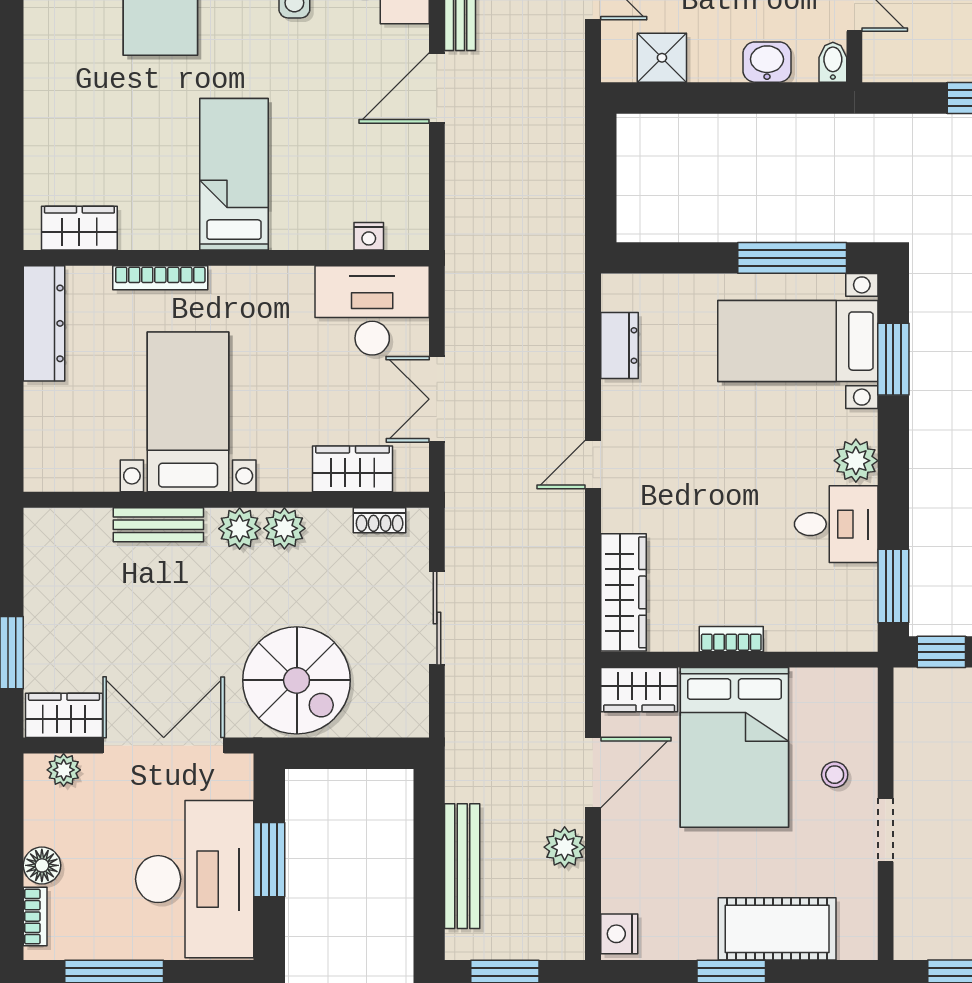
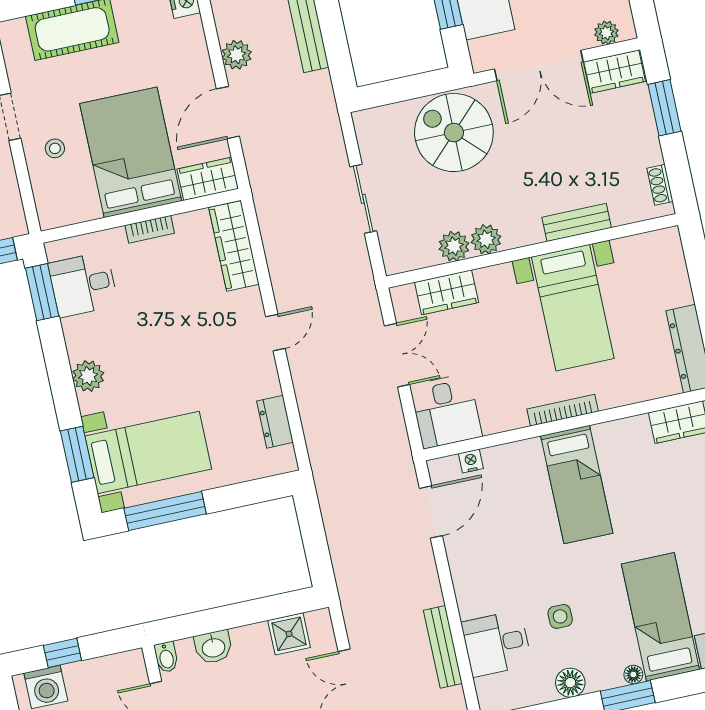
door: (437, 88) -> (431, 512), moved
bookcase: (160, 278) -> (563, 410), moved
desk: (372, 310) -> (446, 411), width x0.73
shoe rack: (380, 520) -> (660, 185), moved, turned -90
desk: (836, 524) -> (83, 284), moved
plant: (240, 529) -> (454, 246), moved

